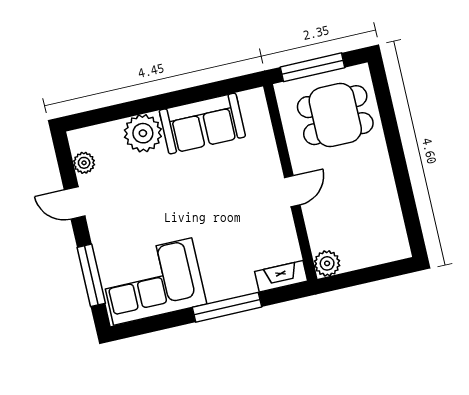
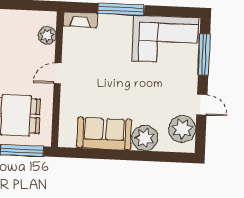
plant: (84, 163) -> (182, 129), width x1.88, depth x1.88
plant: (327, 263) -> (47, 35), moved

